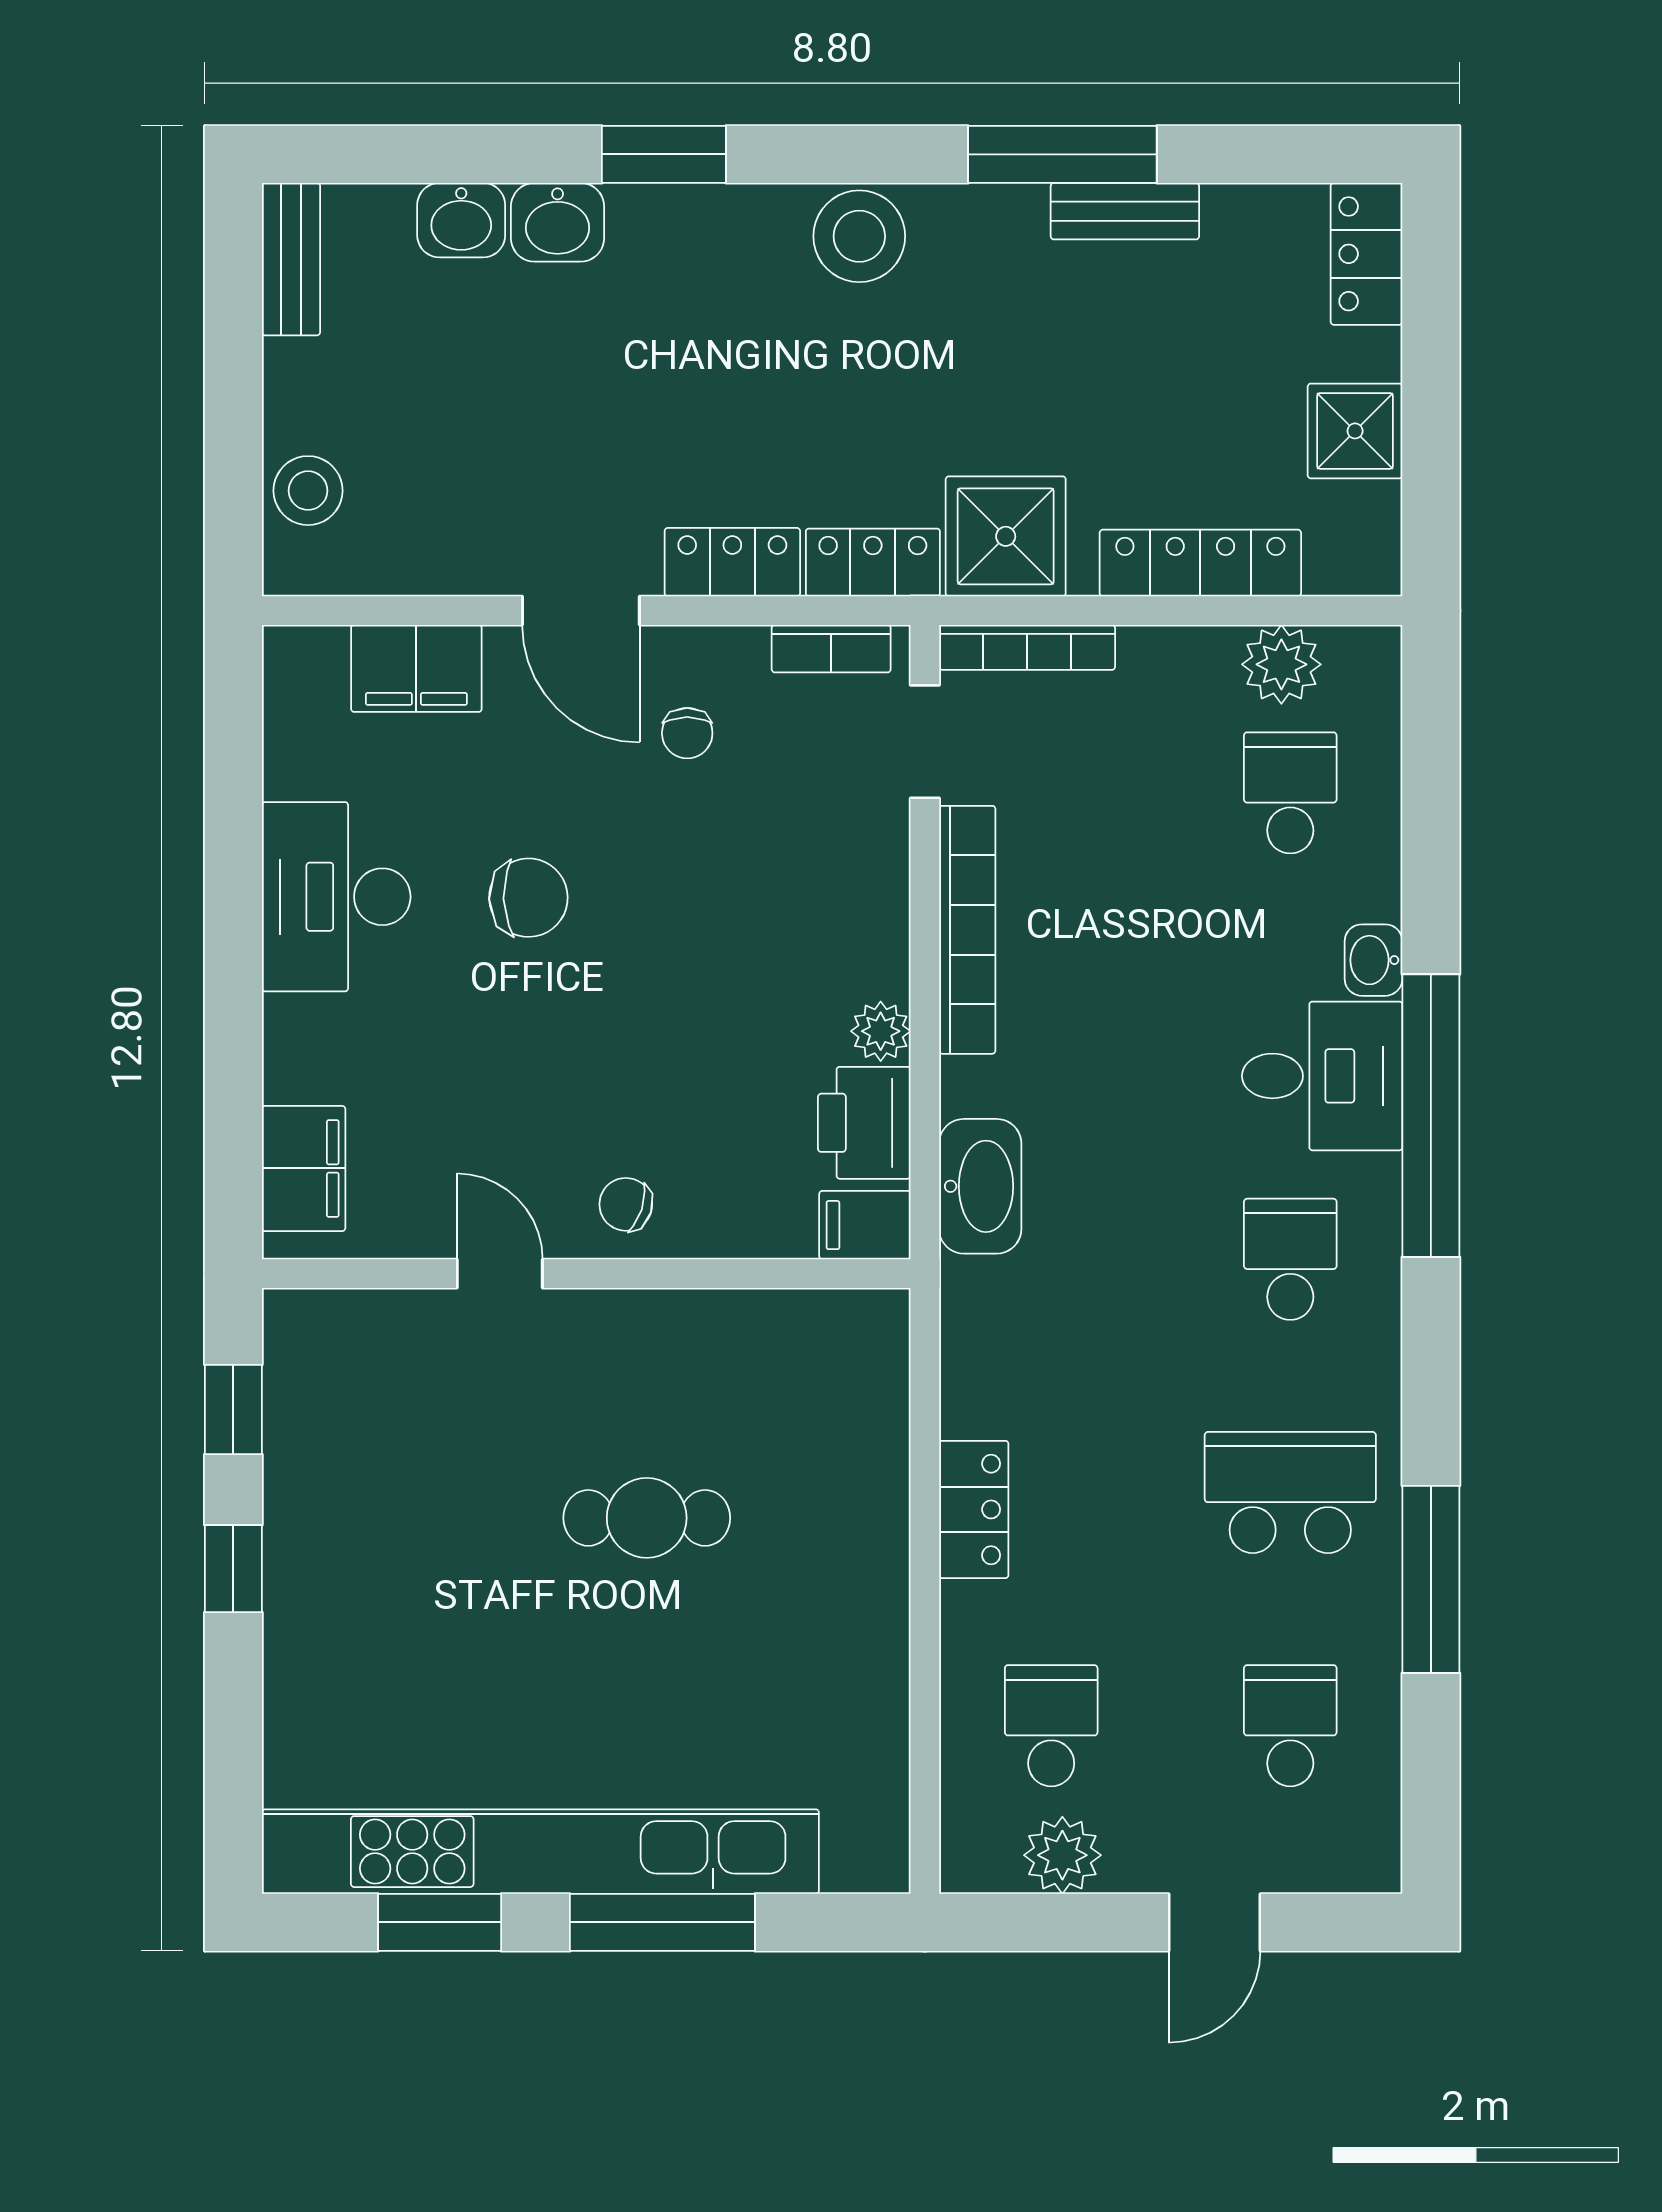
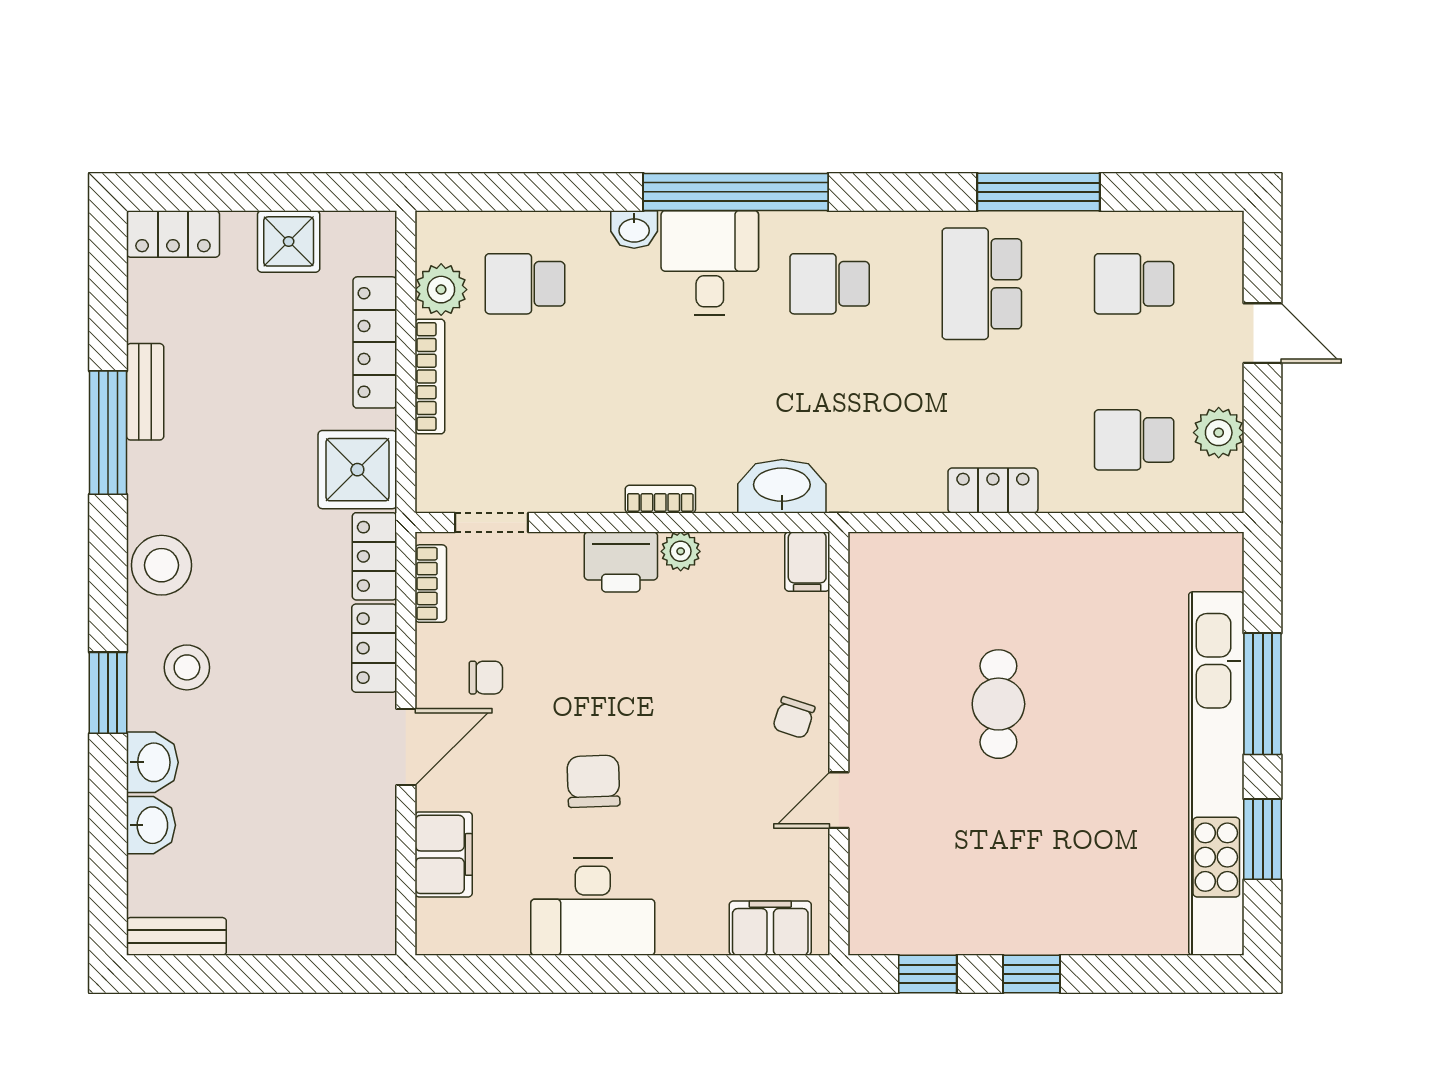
stool: (308, 491) -> (187, 667), moved
bookcase: (1027, 647) -> (430, 377), moved
bookcase: (967, 930) -> (660, 499), width x0.43, depth x0.76
printer: (864, 1123) -> (621, 562), moved

